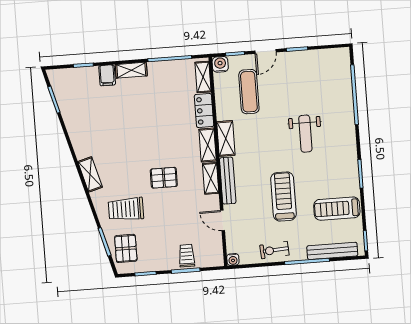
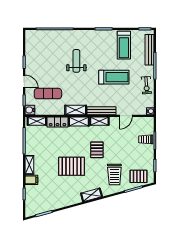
weight bench: (305, 134) -> (76, 61), turned -90
pallet: (134, 139) -> (72, 166), added
treadmill: (283, 196) -> (114, 77), turned 180

